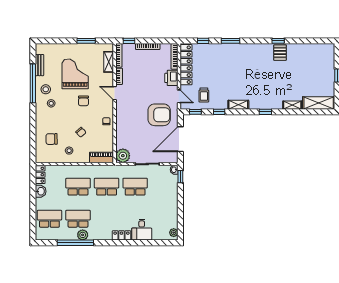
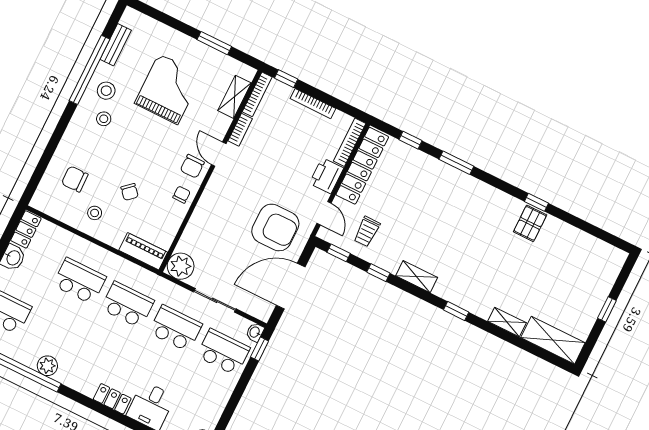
chair: (83, 101) -> (192, 166), moved
school desk: (78, 219) -> (223, 352), moved

